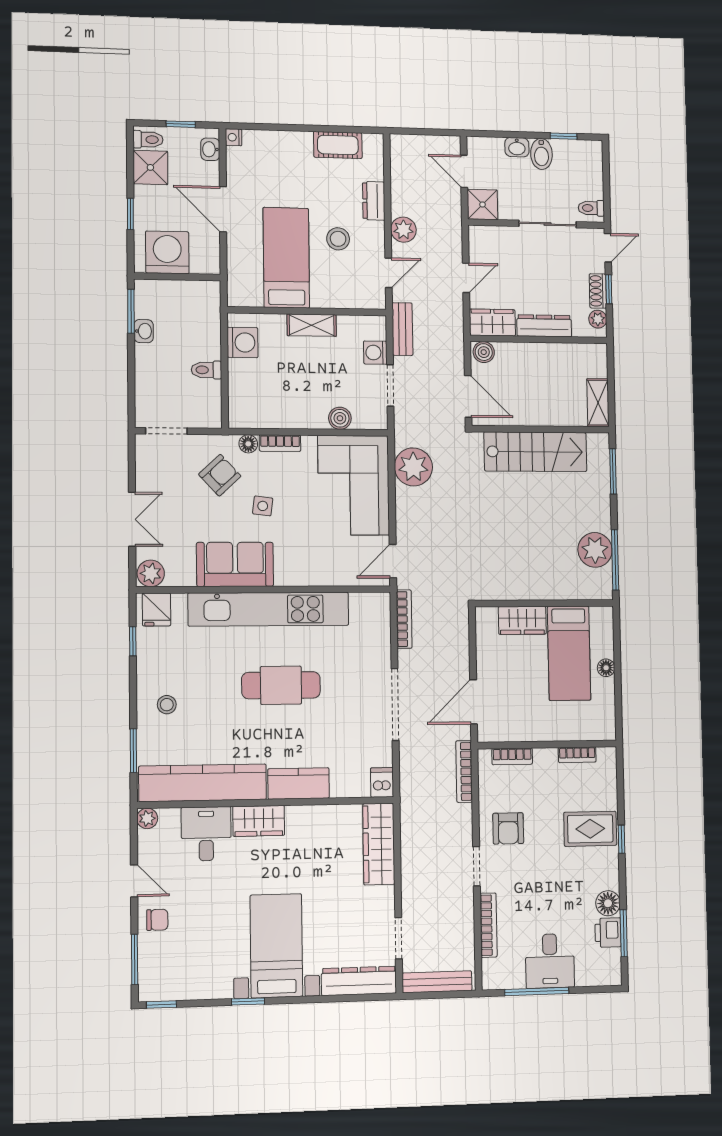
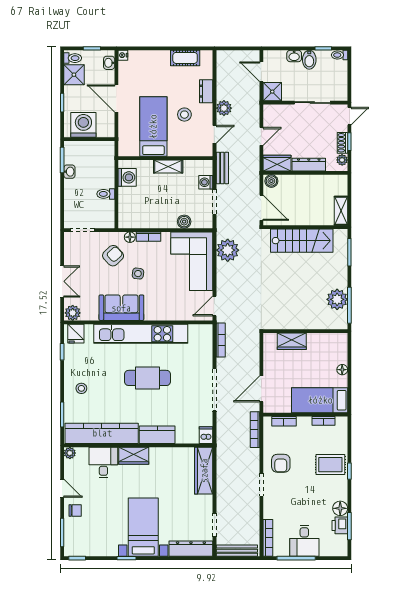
toilet: (591, 208) -> (340, 55), moved
bed: (569, 653) -> (320, 400), moved, turned 90
bookcase: (488, 925) -> (268, 538), moved

